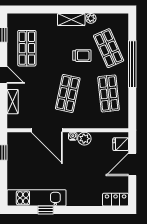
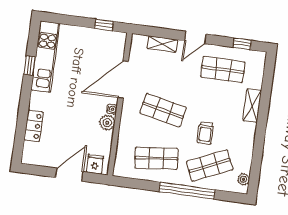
plant: (91, 18) -> (243, 179), moved
shelving: (71, 19) -> (252, 106), moved
door: (132, 164) -> (69, 175), hinge flipped
locker: (116, 200) -> (34, 126), moved

